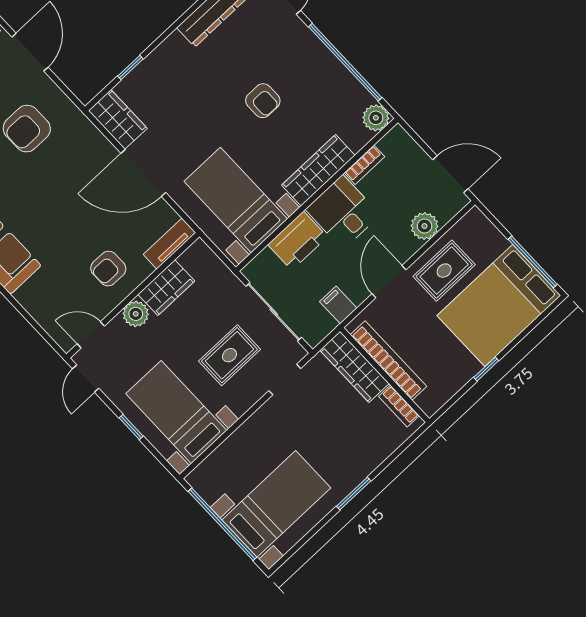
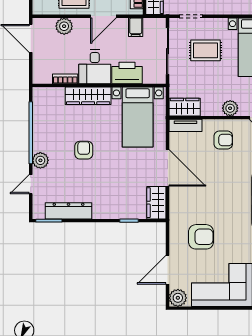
plant: (376, 118) -> (40, 160), moved
wardrobe: (166, 288) -> (185, 107), moved

